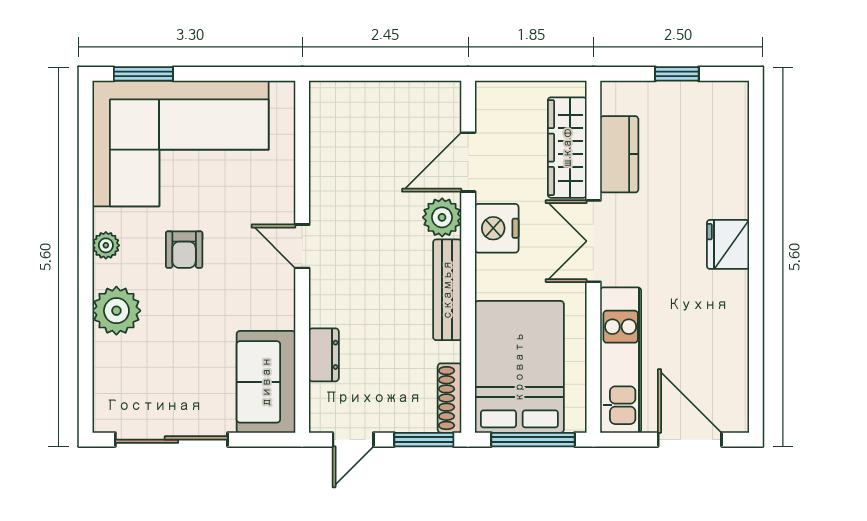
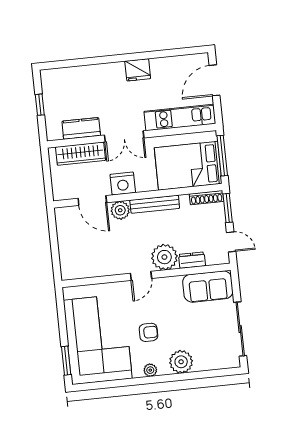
fridge: (728, 244) -> (138, 70), moved
plant: (336, 299) -> (164, 257), added

